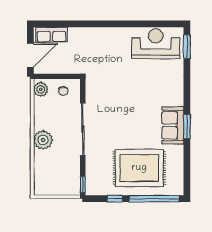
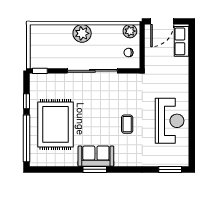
reception desk: (156, 44) -> (170, 121), moved
door: (30, 55) -> (162, 21), hinge flipped
coffee table: (139, 92) -> (127, 124), added

